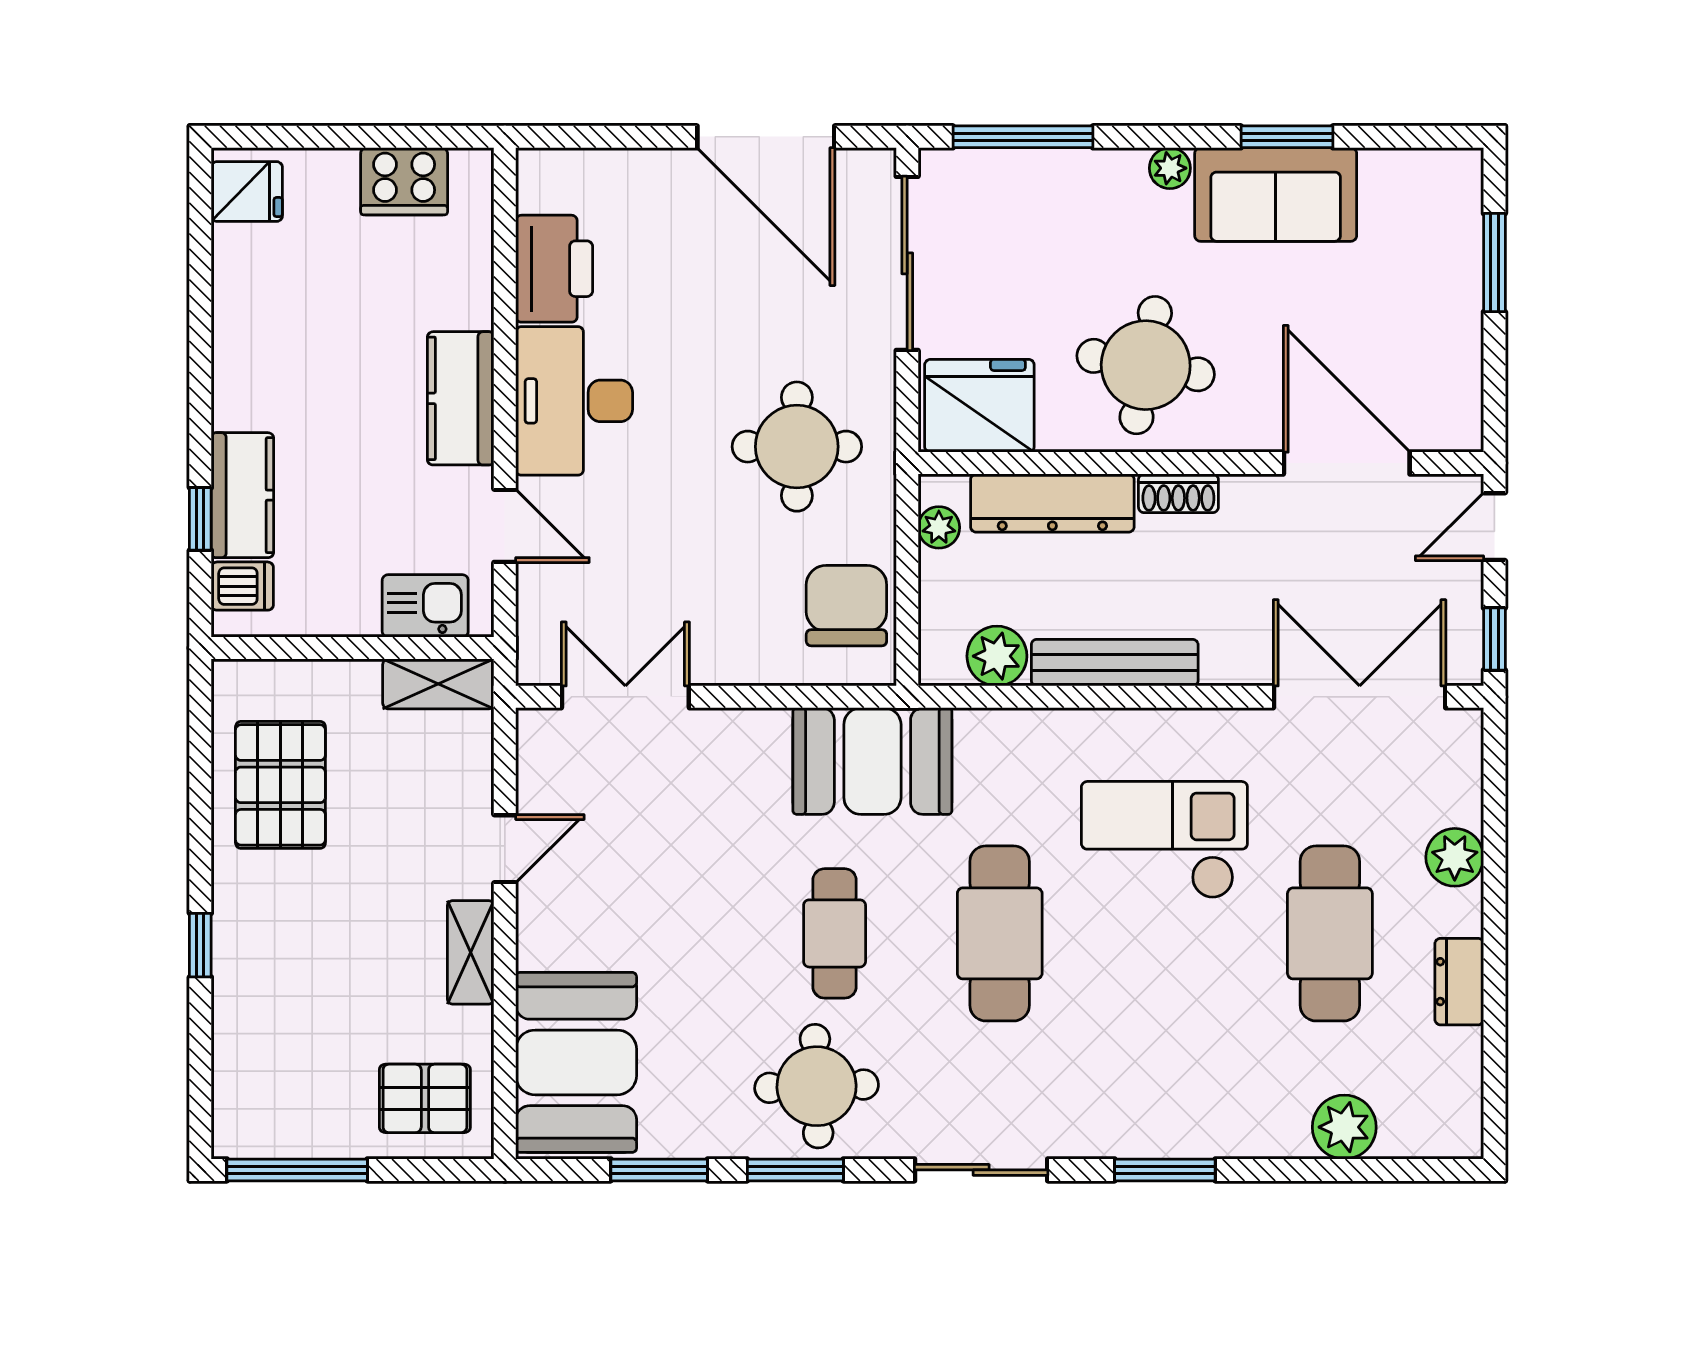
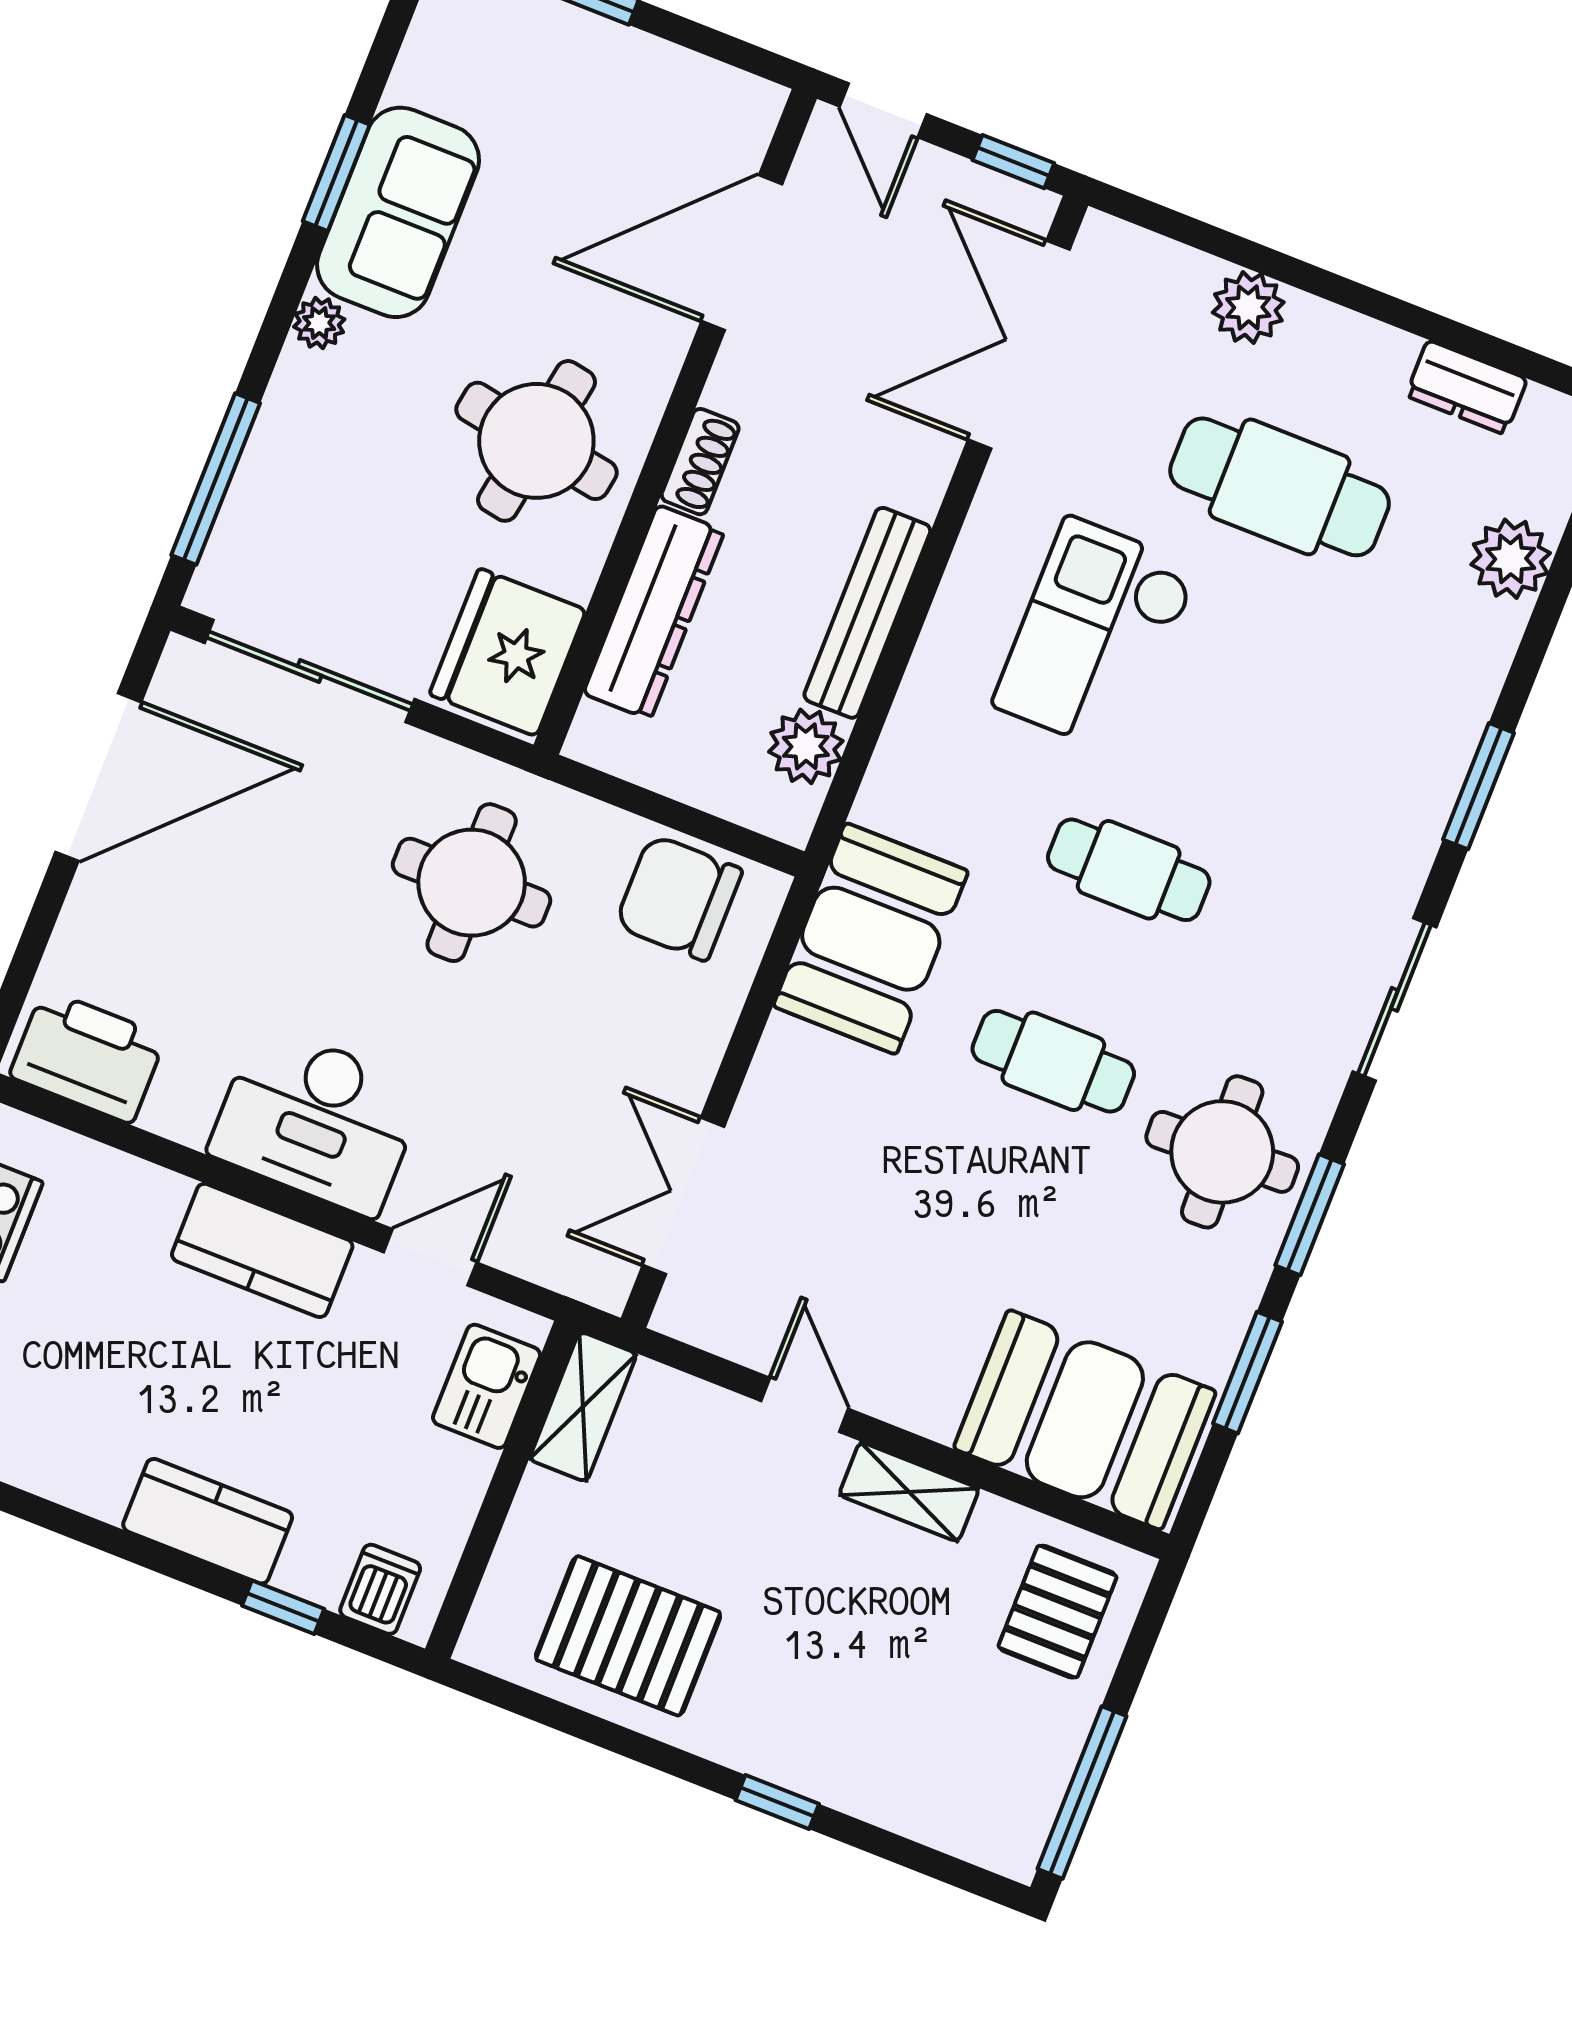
printer: (554, 269) -> (88, 1056), moved
kitchen counter: (242, 495) -> (208, 1521), moved
plant: (939, 527) -> (630, 755), removed
cafe table: (1000, 933) -> (1129, 870), width x0.73, depth x0.74
dresser: (1459, 982) -> (1467, 387), moved

